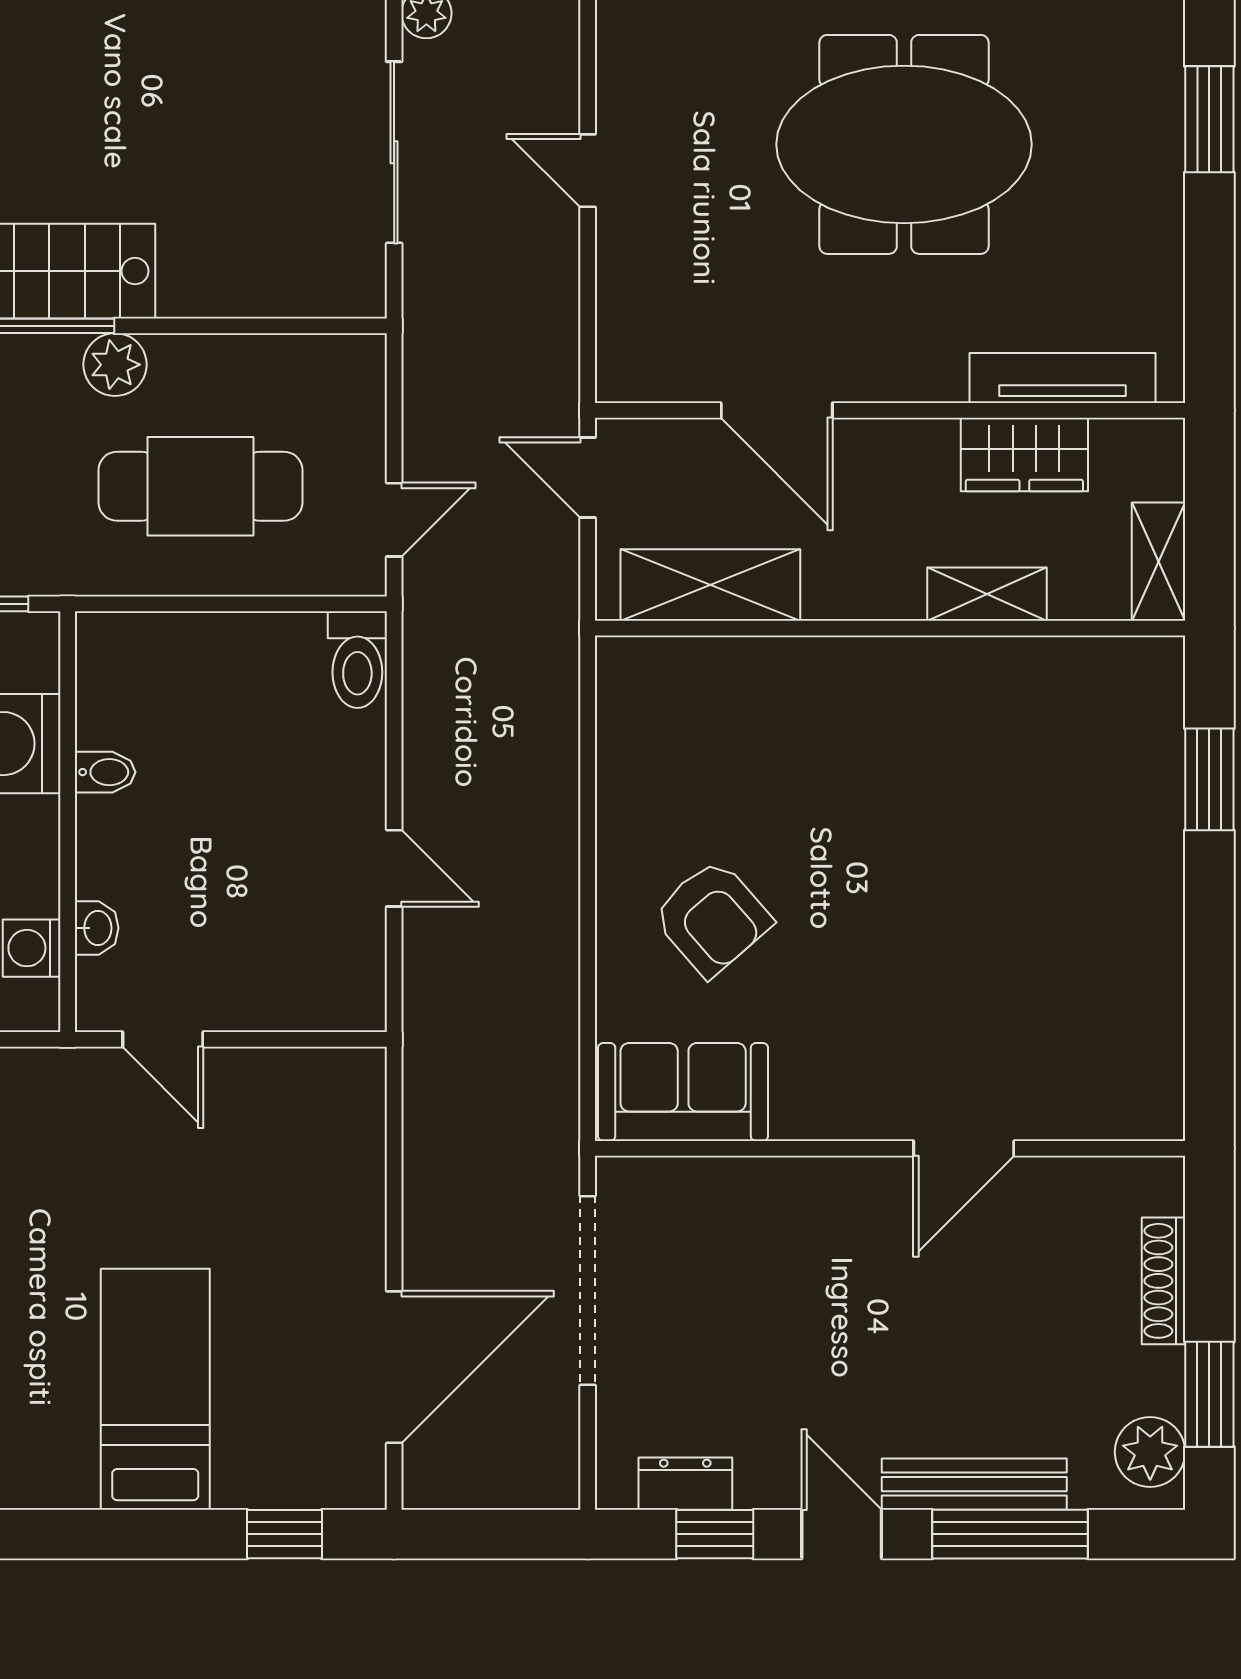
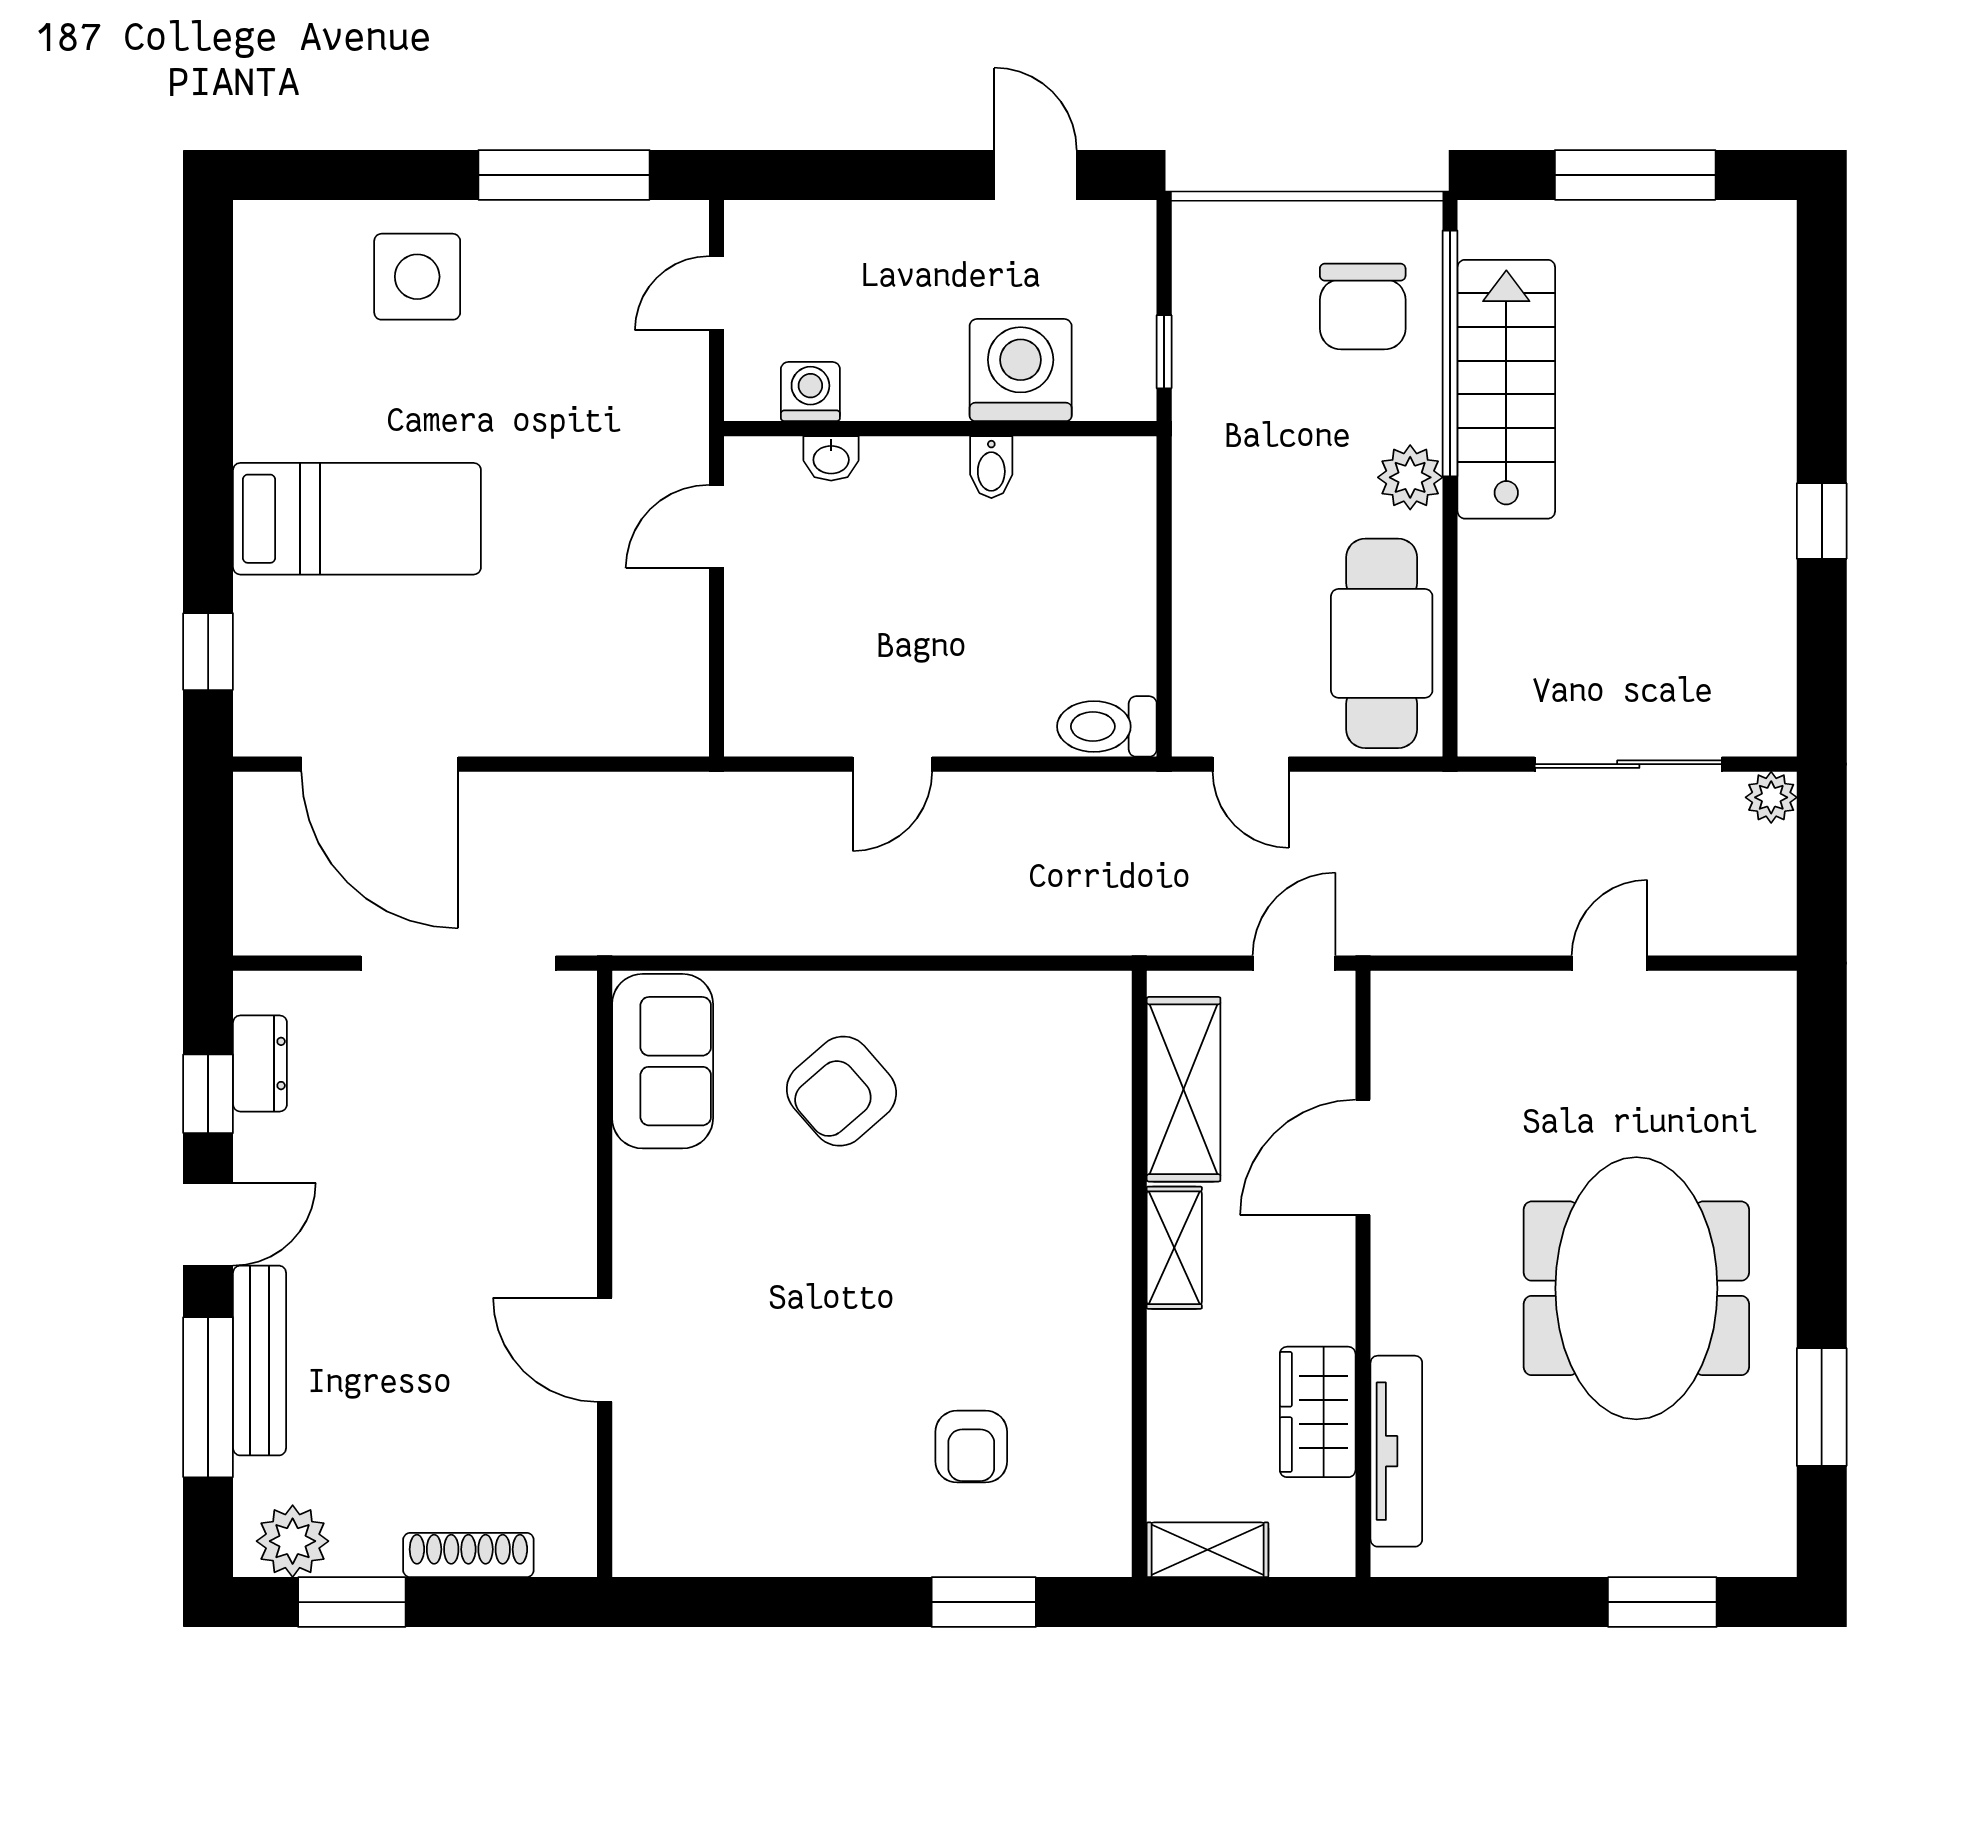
cafe table: (201, 486) -> (1382, 643), moved
shelving: (987, 594) -> (1174, 1248), moved
armchair: (1058, 792) -> (971, 1447), added

